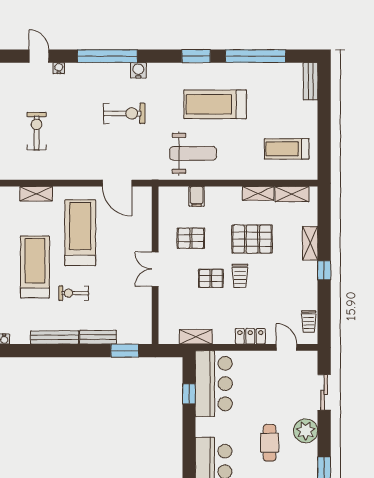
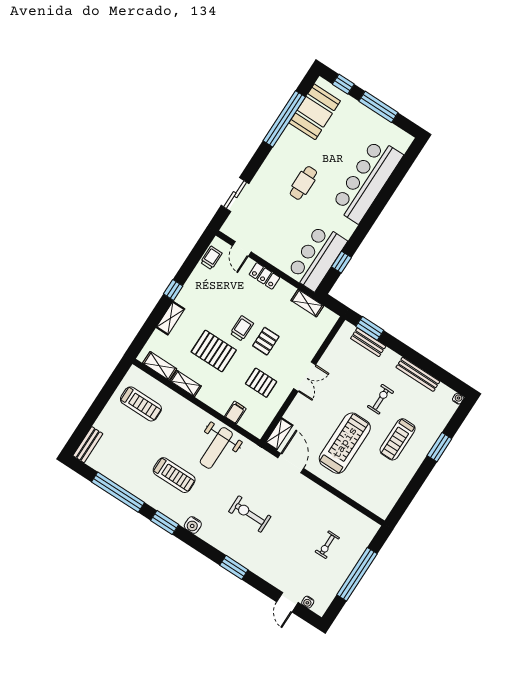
window: (107, 56) -> (234, 567), width x0.47
water cooler: (59, 68) -> (308, 602), moved
water cooler: (138, 70) -> (193, 525), moved
treadmill: (215, 104) -> (174, 475), width x0.73, depth x0.73
exercise bike: (37, 131) -> (327, 545), width x0.73, depth x0.72
weight bench: (193, 153) -> (216, 448), turned -90
shelving: (36, 194) -> (279, 434), moved, turned 90
treadmill: (80, 233) -> (345, 443), turned 180
treadmill: (35, 267) -> (398, 439), width x0.73, depth x0.73
pallet: (211, 278) -> (266, 341), turned 90
exercise bike: (74, 293) -> (381, 399), turned -90
bench: (98, 337) -> (368, 342), moved
plant: (306, 431) -> (269, 174), removed

